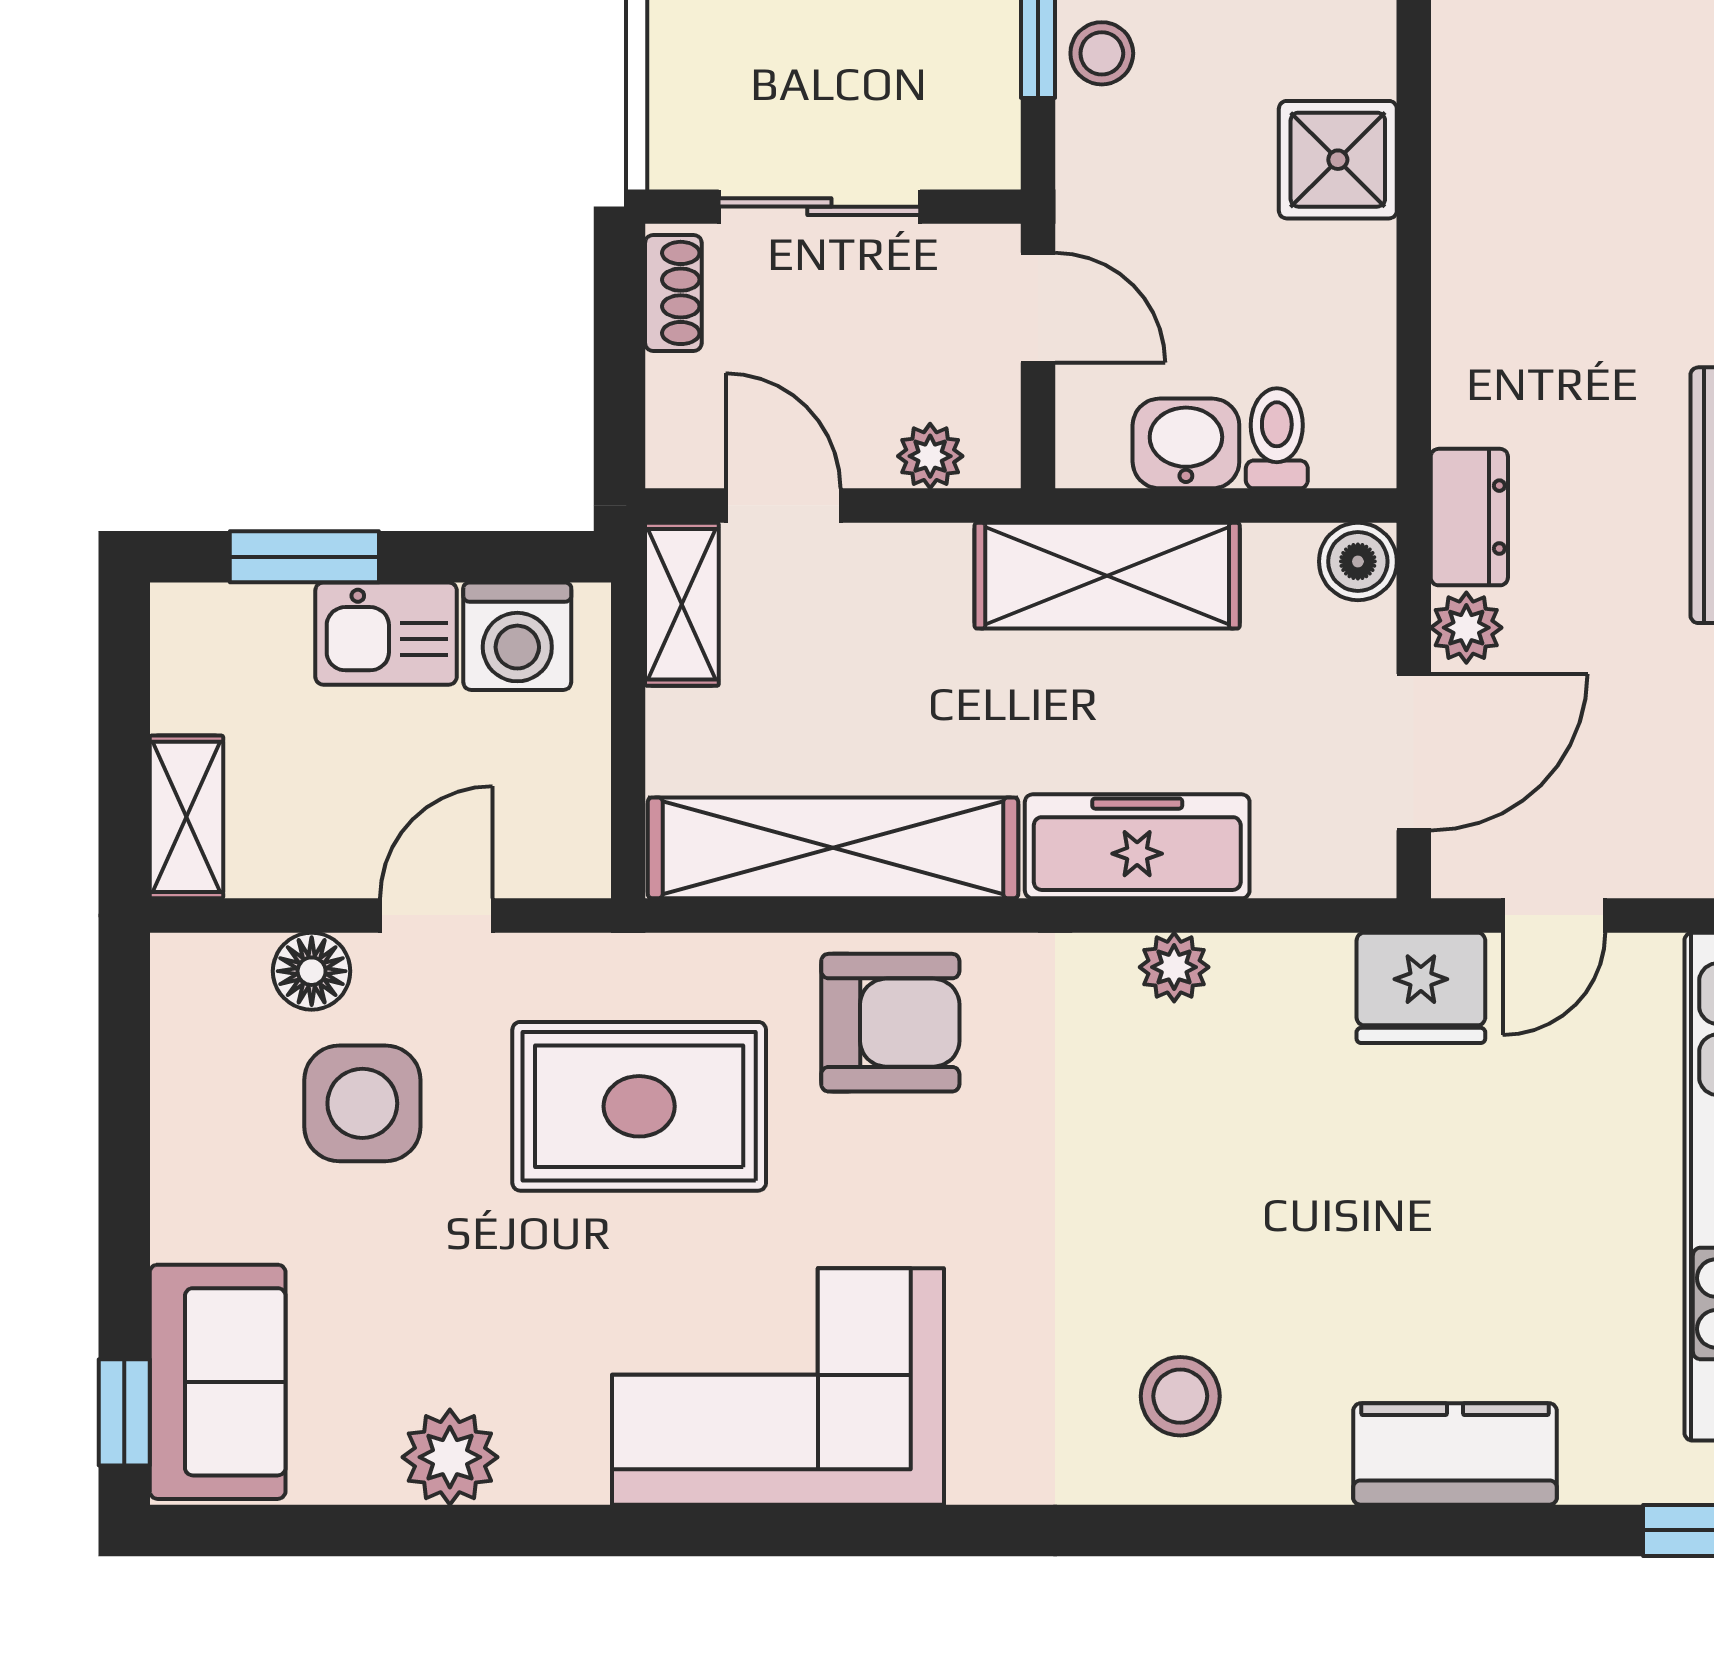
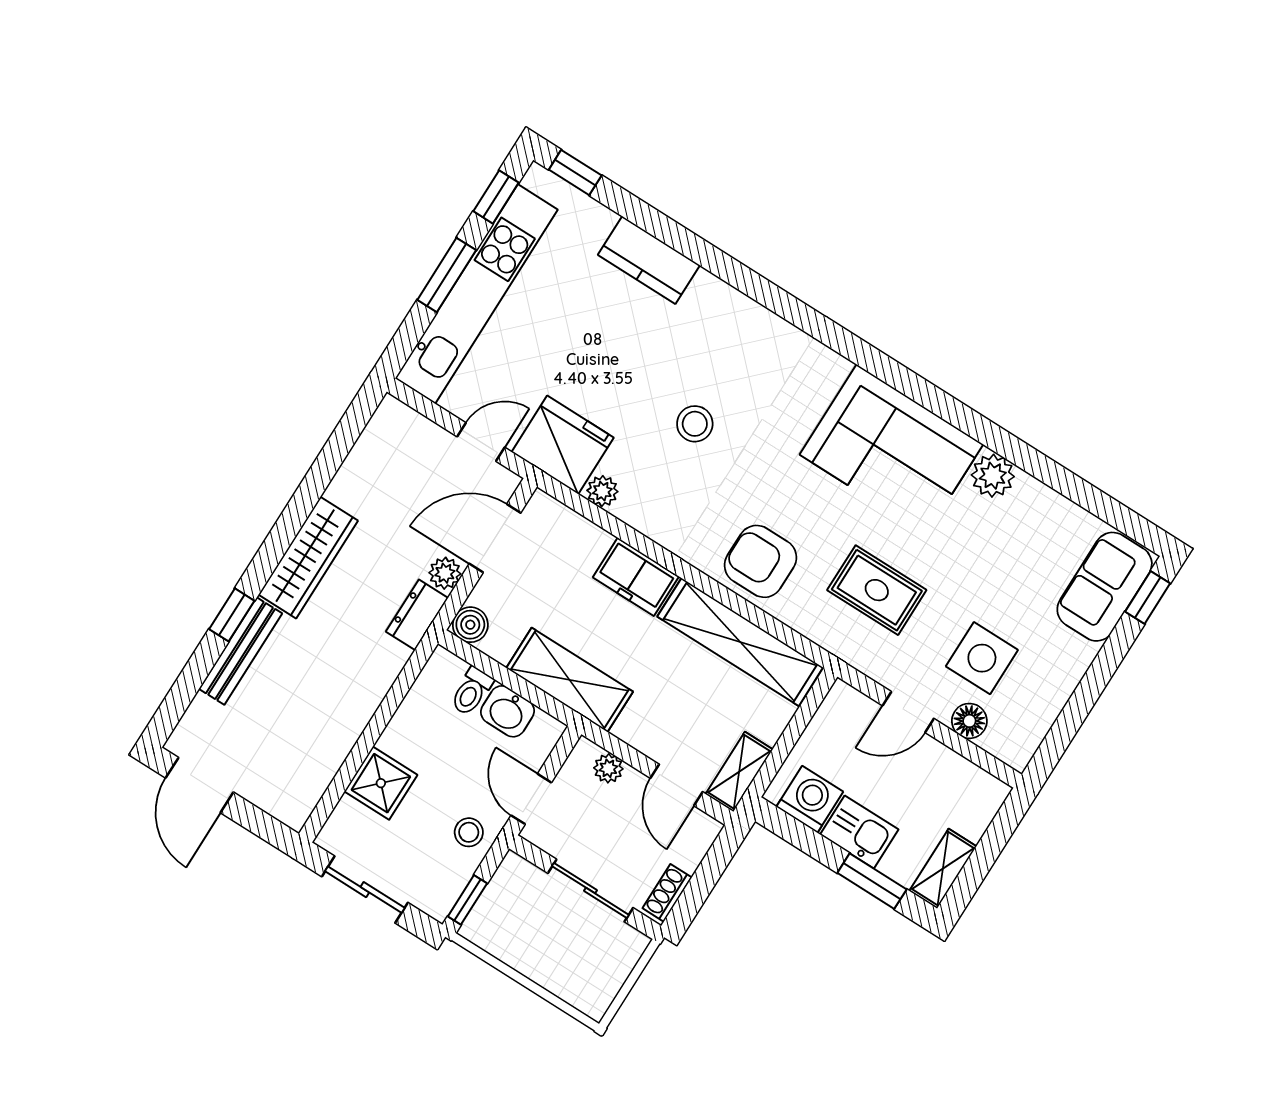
stool: (1102, 53) -> (469, 832), moved
shelving: (187, 817) -> (943, 869), moved
freezer: (1137, 846) -> (636, 577), width x0.71
plant: (1174, 967) -> (602, 491), moved
fridge: (1421, 988) -> (563, 445), width x1.36, depth x1.34
rug: (639, 1106) -> (877, 590), width x0.73, depth x0.70
stool: (1180, 1396) -> (695, 424), moved
plant: (450, 1457) -> (993, 476), moved

